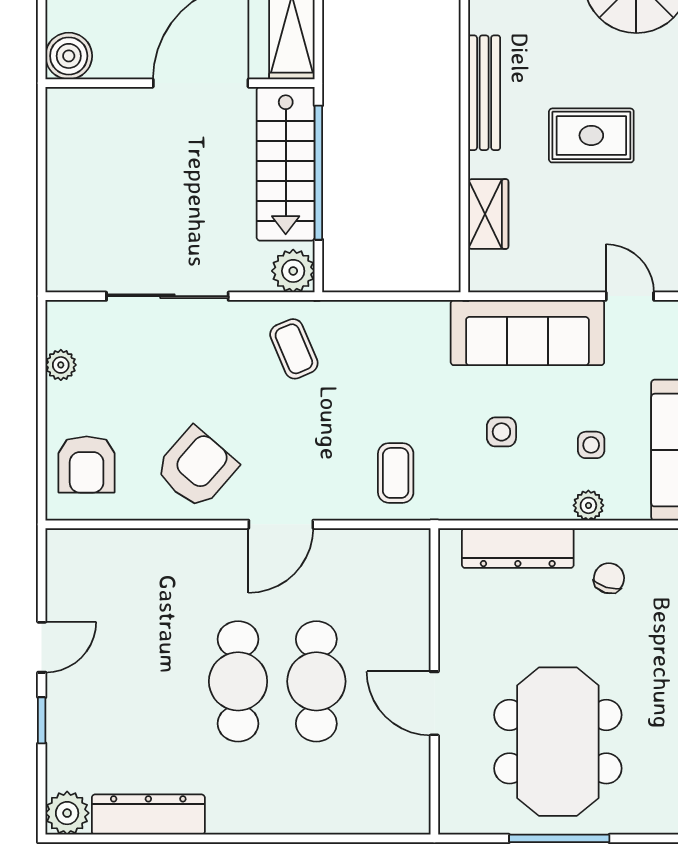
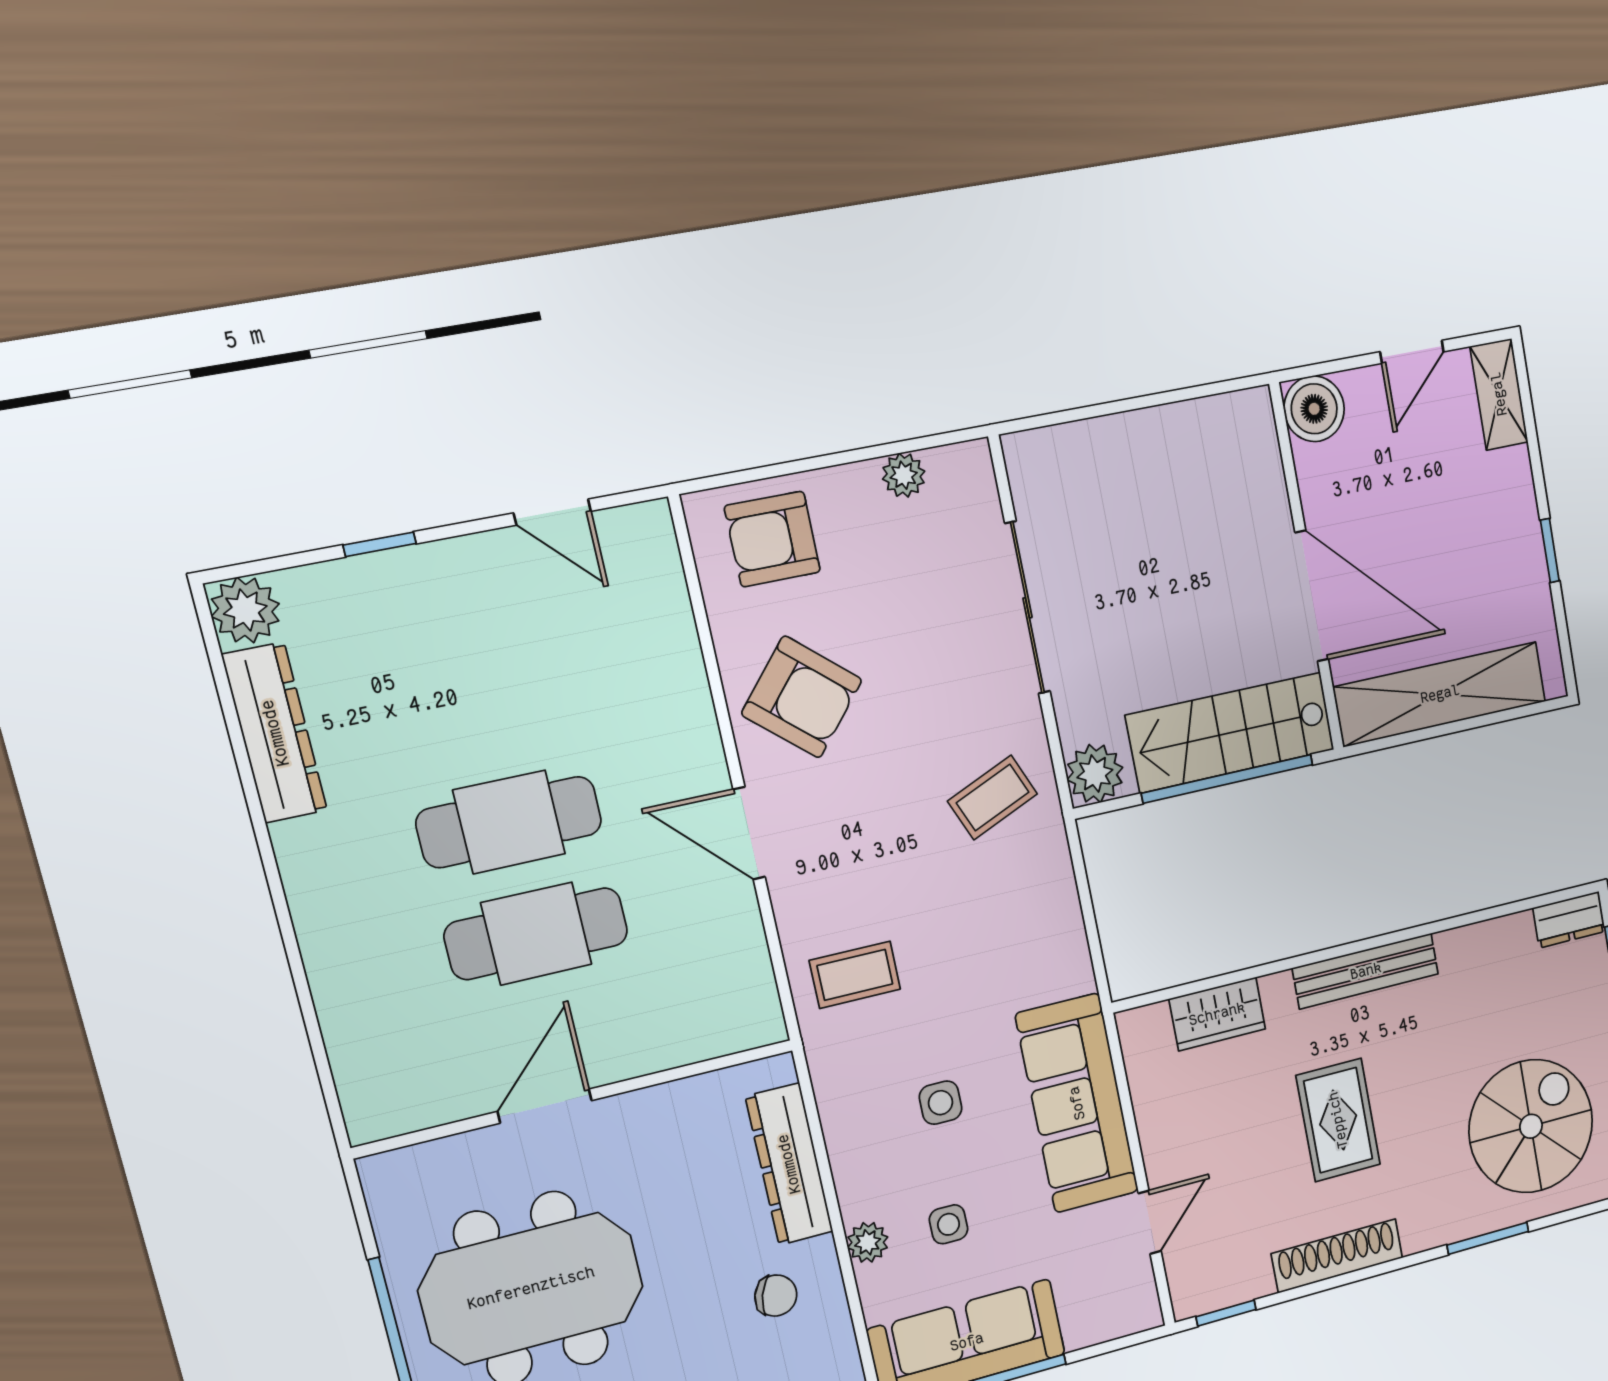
door: (42, 647) -> (552, 512), moved

